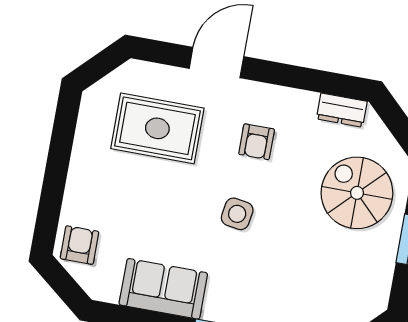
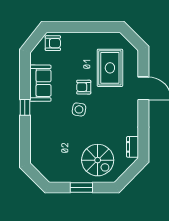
armchair: (257, 142) -> (84, 87), moved
spiral stairs: (357, 193) -> (98, 160), turned 90

